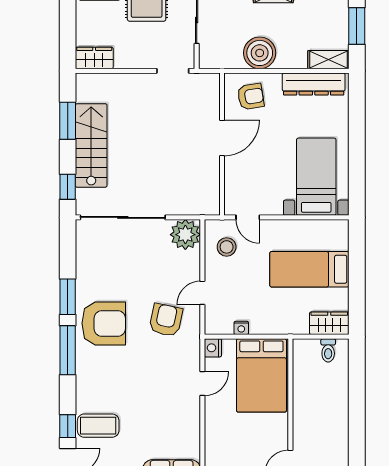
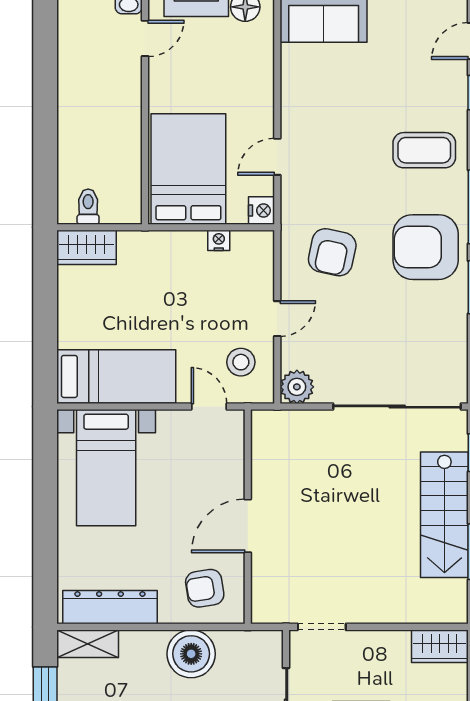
plant: (185, 235) -> (297, 387), width x0.73, depth x0.73
bed: (309, 269) -> (116, 376), moved
door: (202, 293) -> (277, 319), moved
coffee table: (98, 426) -> (424, 150), moved

